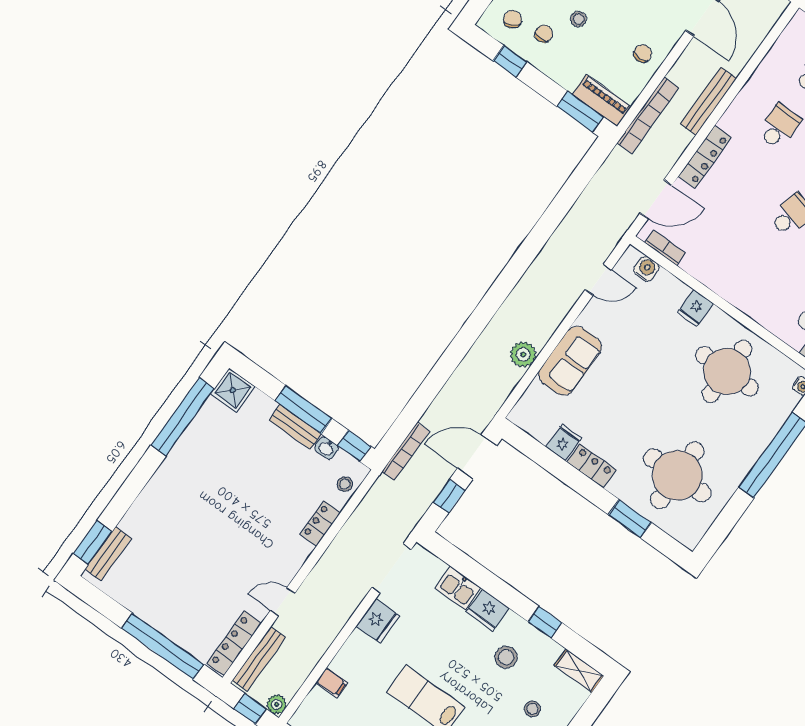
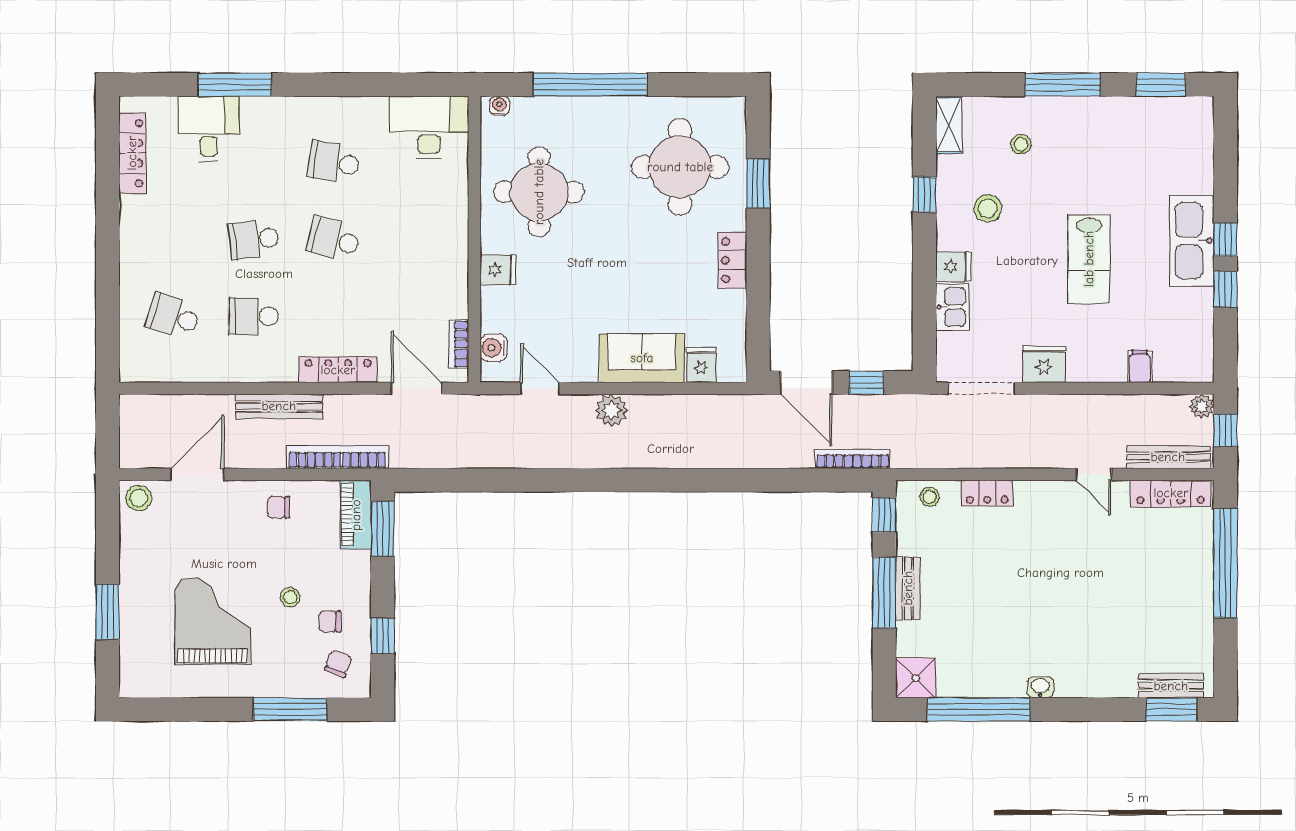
chair: (513, 19) -> (338, 664), turned 140
plant: (523, 354) -> (611, 410), moved
fridge: (564, 443) -> (701, 365), moved, turned 90
washbasin: (326, 448) -> (1040, 687), moved, turned -90
fridge: (488, 610) -> (953, 267), width x0.72

